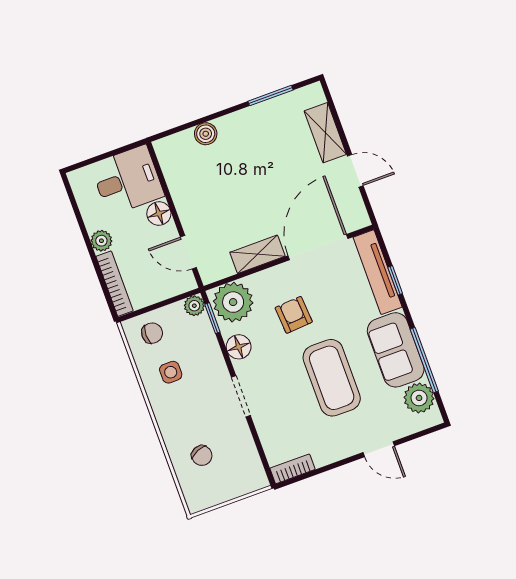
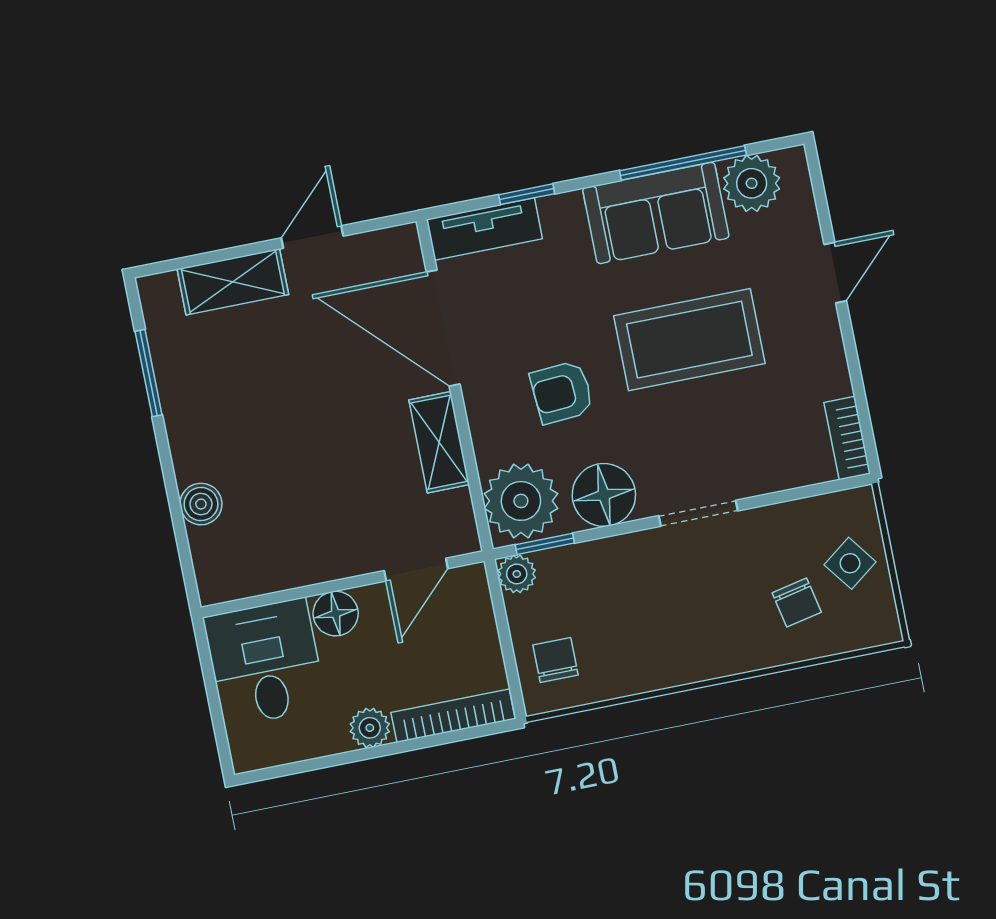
tv unit: (378, 272) -> (484, 229), width x0.71
floor lamp: (239, 347) -> (604, 495), width x1.38, depth x1.38
side table: (171, 372) -> (850, 563), moved, turned -37
chair: (202, 455) -> (797, 603), turned 101

